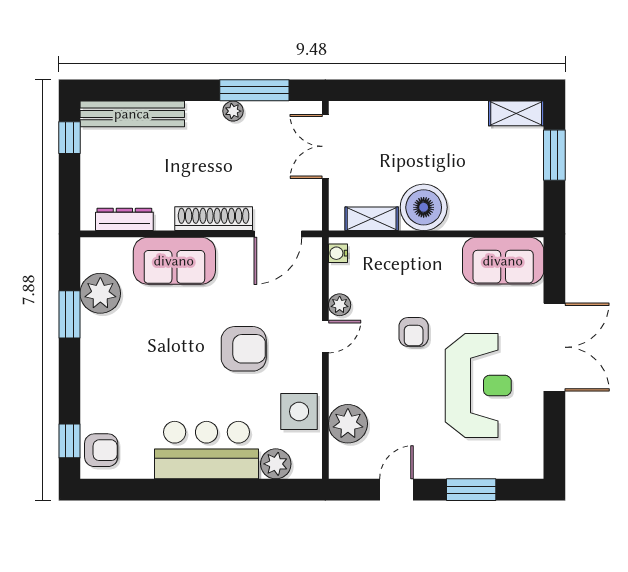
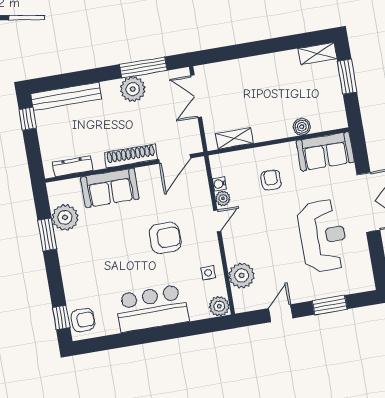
plant: (233, 111) -> (133, 89), width x1.88, depth x1.88
boiler: (424, 207) -> (302, 127), moved, width x0.54, depth x0.54
water cooler: (338, 253) -> (219, 184), moved
armchair: (414, 332) -> (271, 180), moved, turned 180
side table: (299, 412) -> (208, 273), width x0.54, depth x0.54
plant: (276, 464) -> (219, 306), moved

